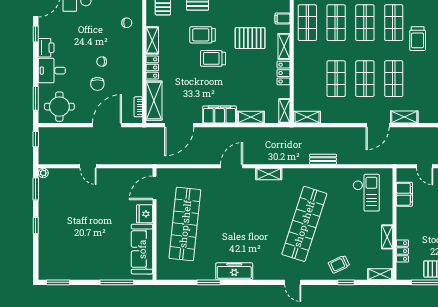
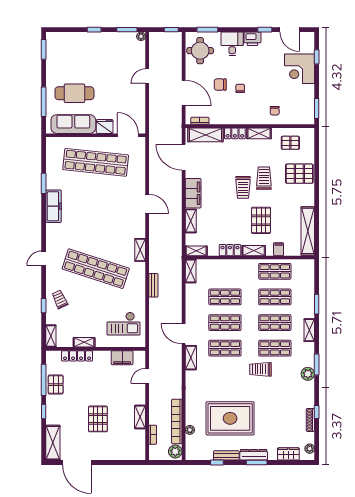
trolley: (213, 58) -> (243, 187), turned 180
shelving: (269, 174) -> (140, 250), moved
cafe table: (107, 248) -> (74, 93), added
locker: (402, 251) -> (77, 356), width x1.53

